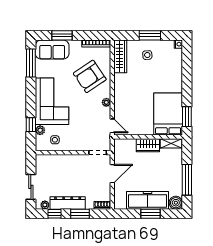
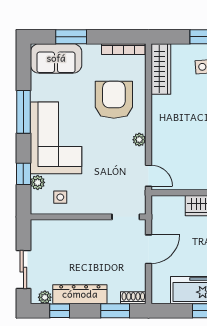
window: (31, 63) -> (23, 112), moved
armchair: (90, 76) -> (114, 100), turned 124
window: (80, 214) -> (115, 311), moved

